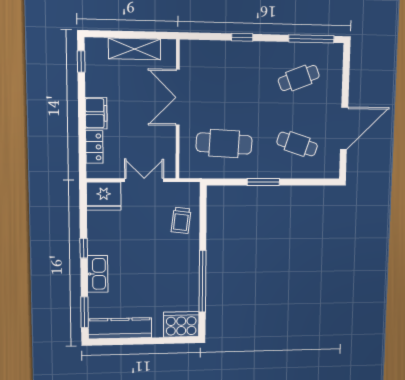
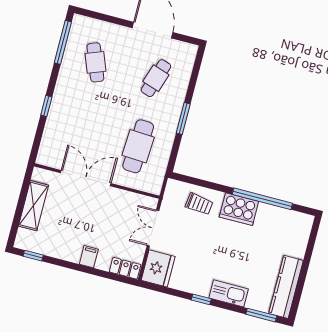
double door: (178, 97) -> (86, 178), swing flipped
filing cabinet: (96, 113) -> (89, 257), width x0.50
locker: (94, 147) -> (125, 268), moved
cooker: (181, 324) -> (239, 209), moved, turned -90

